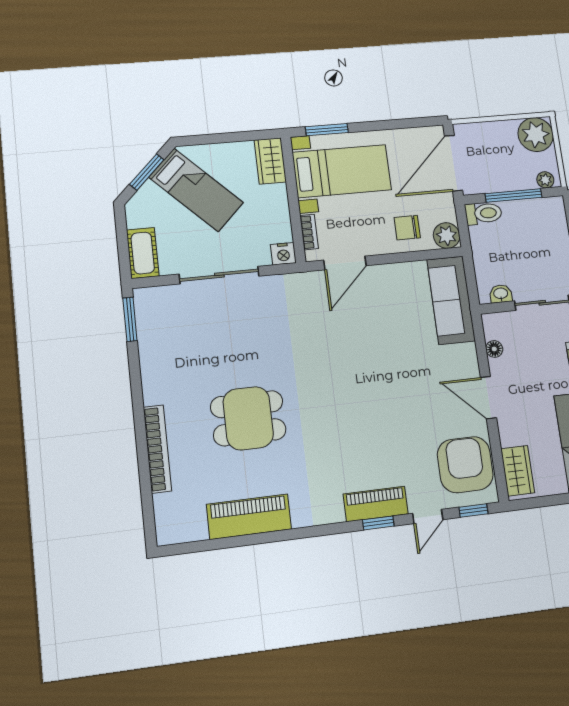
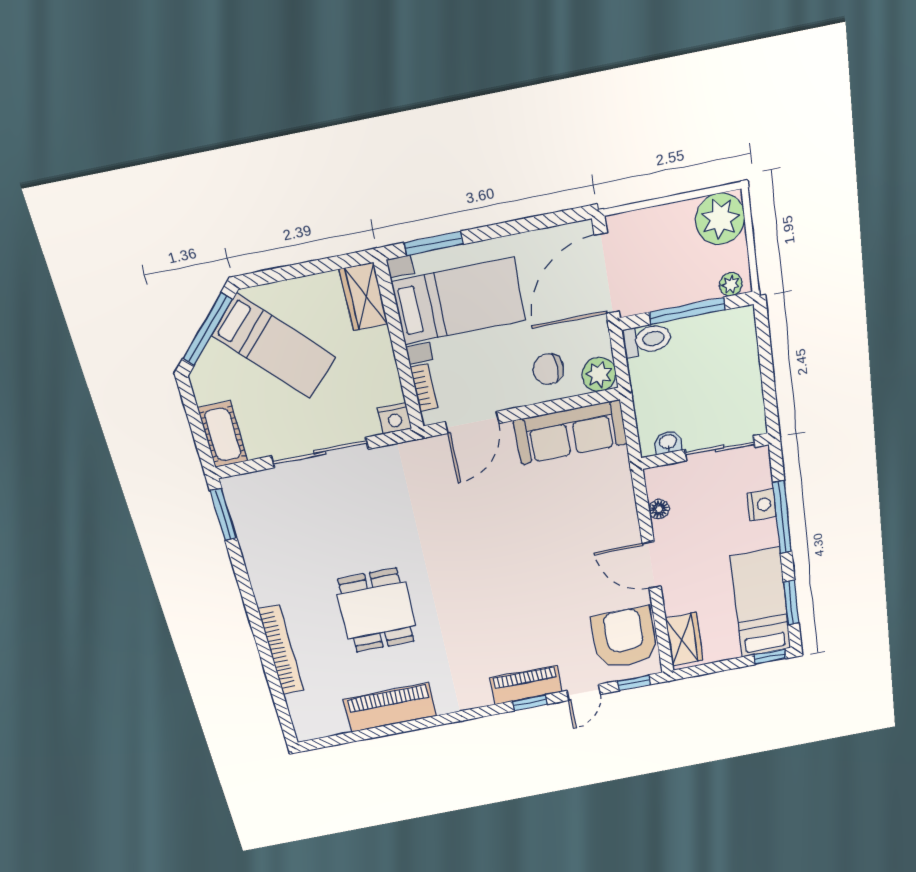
window: (147, 172) -> (207, 329), width x1.44
sofa: (451, 300) -> (570, 432), moved, turned -90
dining table: (248, 418) -> (376, 610), turned 90

